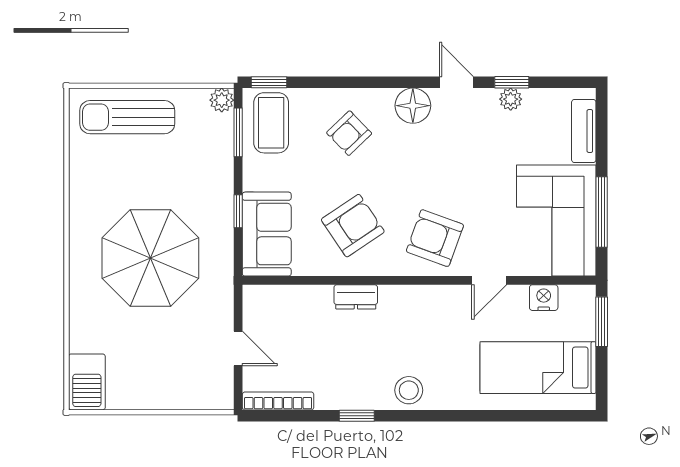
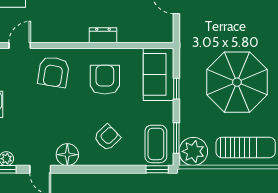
plant: (222, 100) -> (193, 151), width x1.87, depth x1.87
armchair: (353, 226) -> (105, 80), turned 124
armchair: (435, 238) -> (54, 72), turned 79
parasol: (150, 258) -> (237, 82), moved

